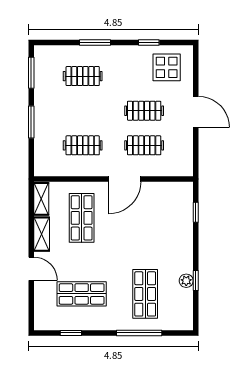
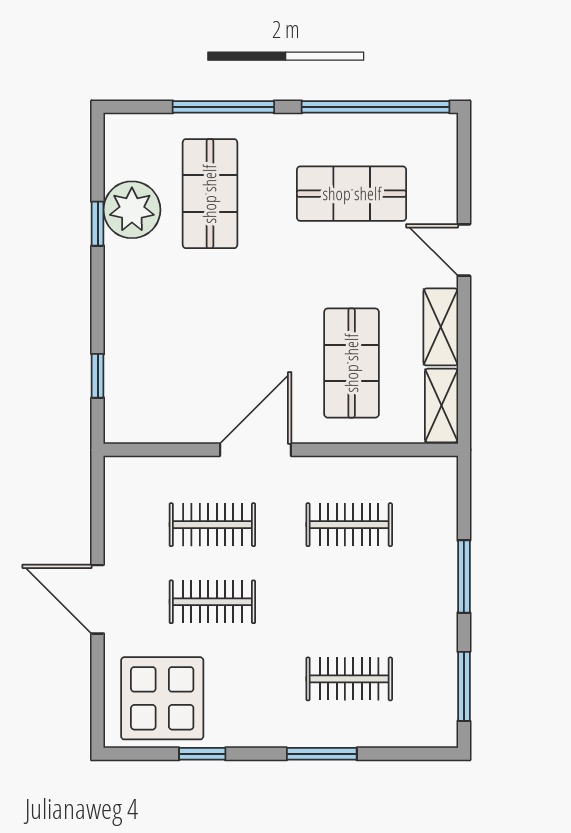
display table: (167, 67) -> (162, 698), width x1.36, depth x1.36
plant: (186, 281) -> (132, 210), width x1.88, depth x1.88
window: (71, 333) -> (376, 107), width x3.17

